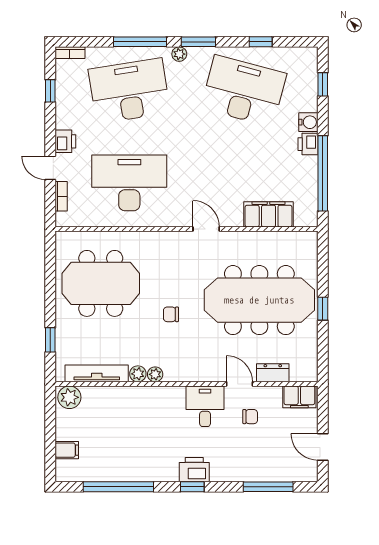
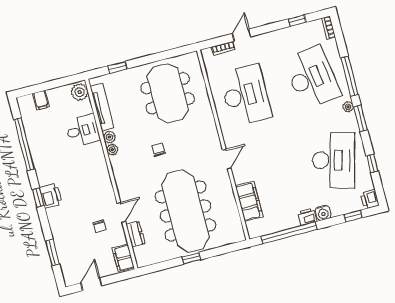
printer: (65, 141) -> (370, 199), moved, turned 90
desk: (205, 406) -> (83, 130), moved
window: (268, 487) -> (52, 252), width x0.69

